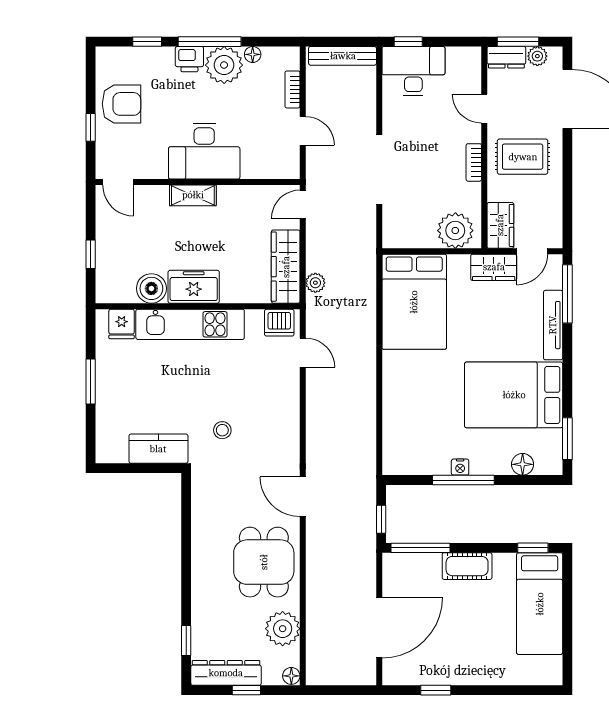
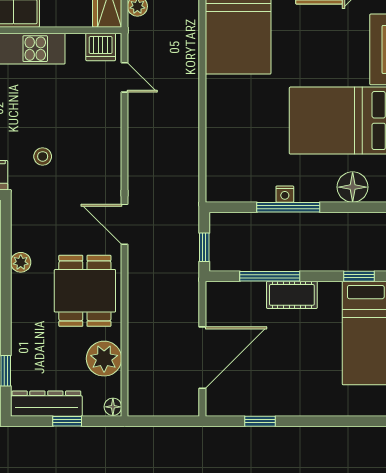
floor lamp: (523, 464) -> (353, 187), width x1.38, depth x1.38
plant: (201, 534) -> (21, 262), added
window: (420, 548) -> (270, 276), moved

